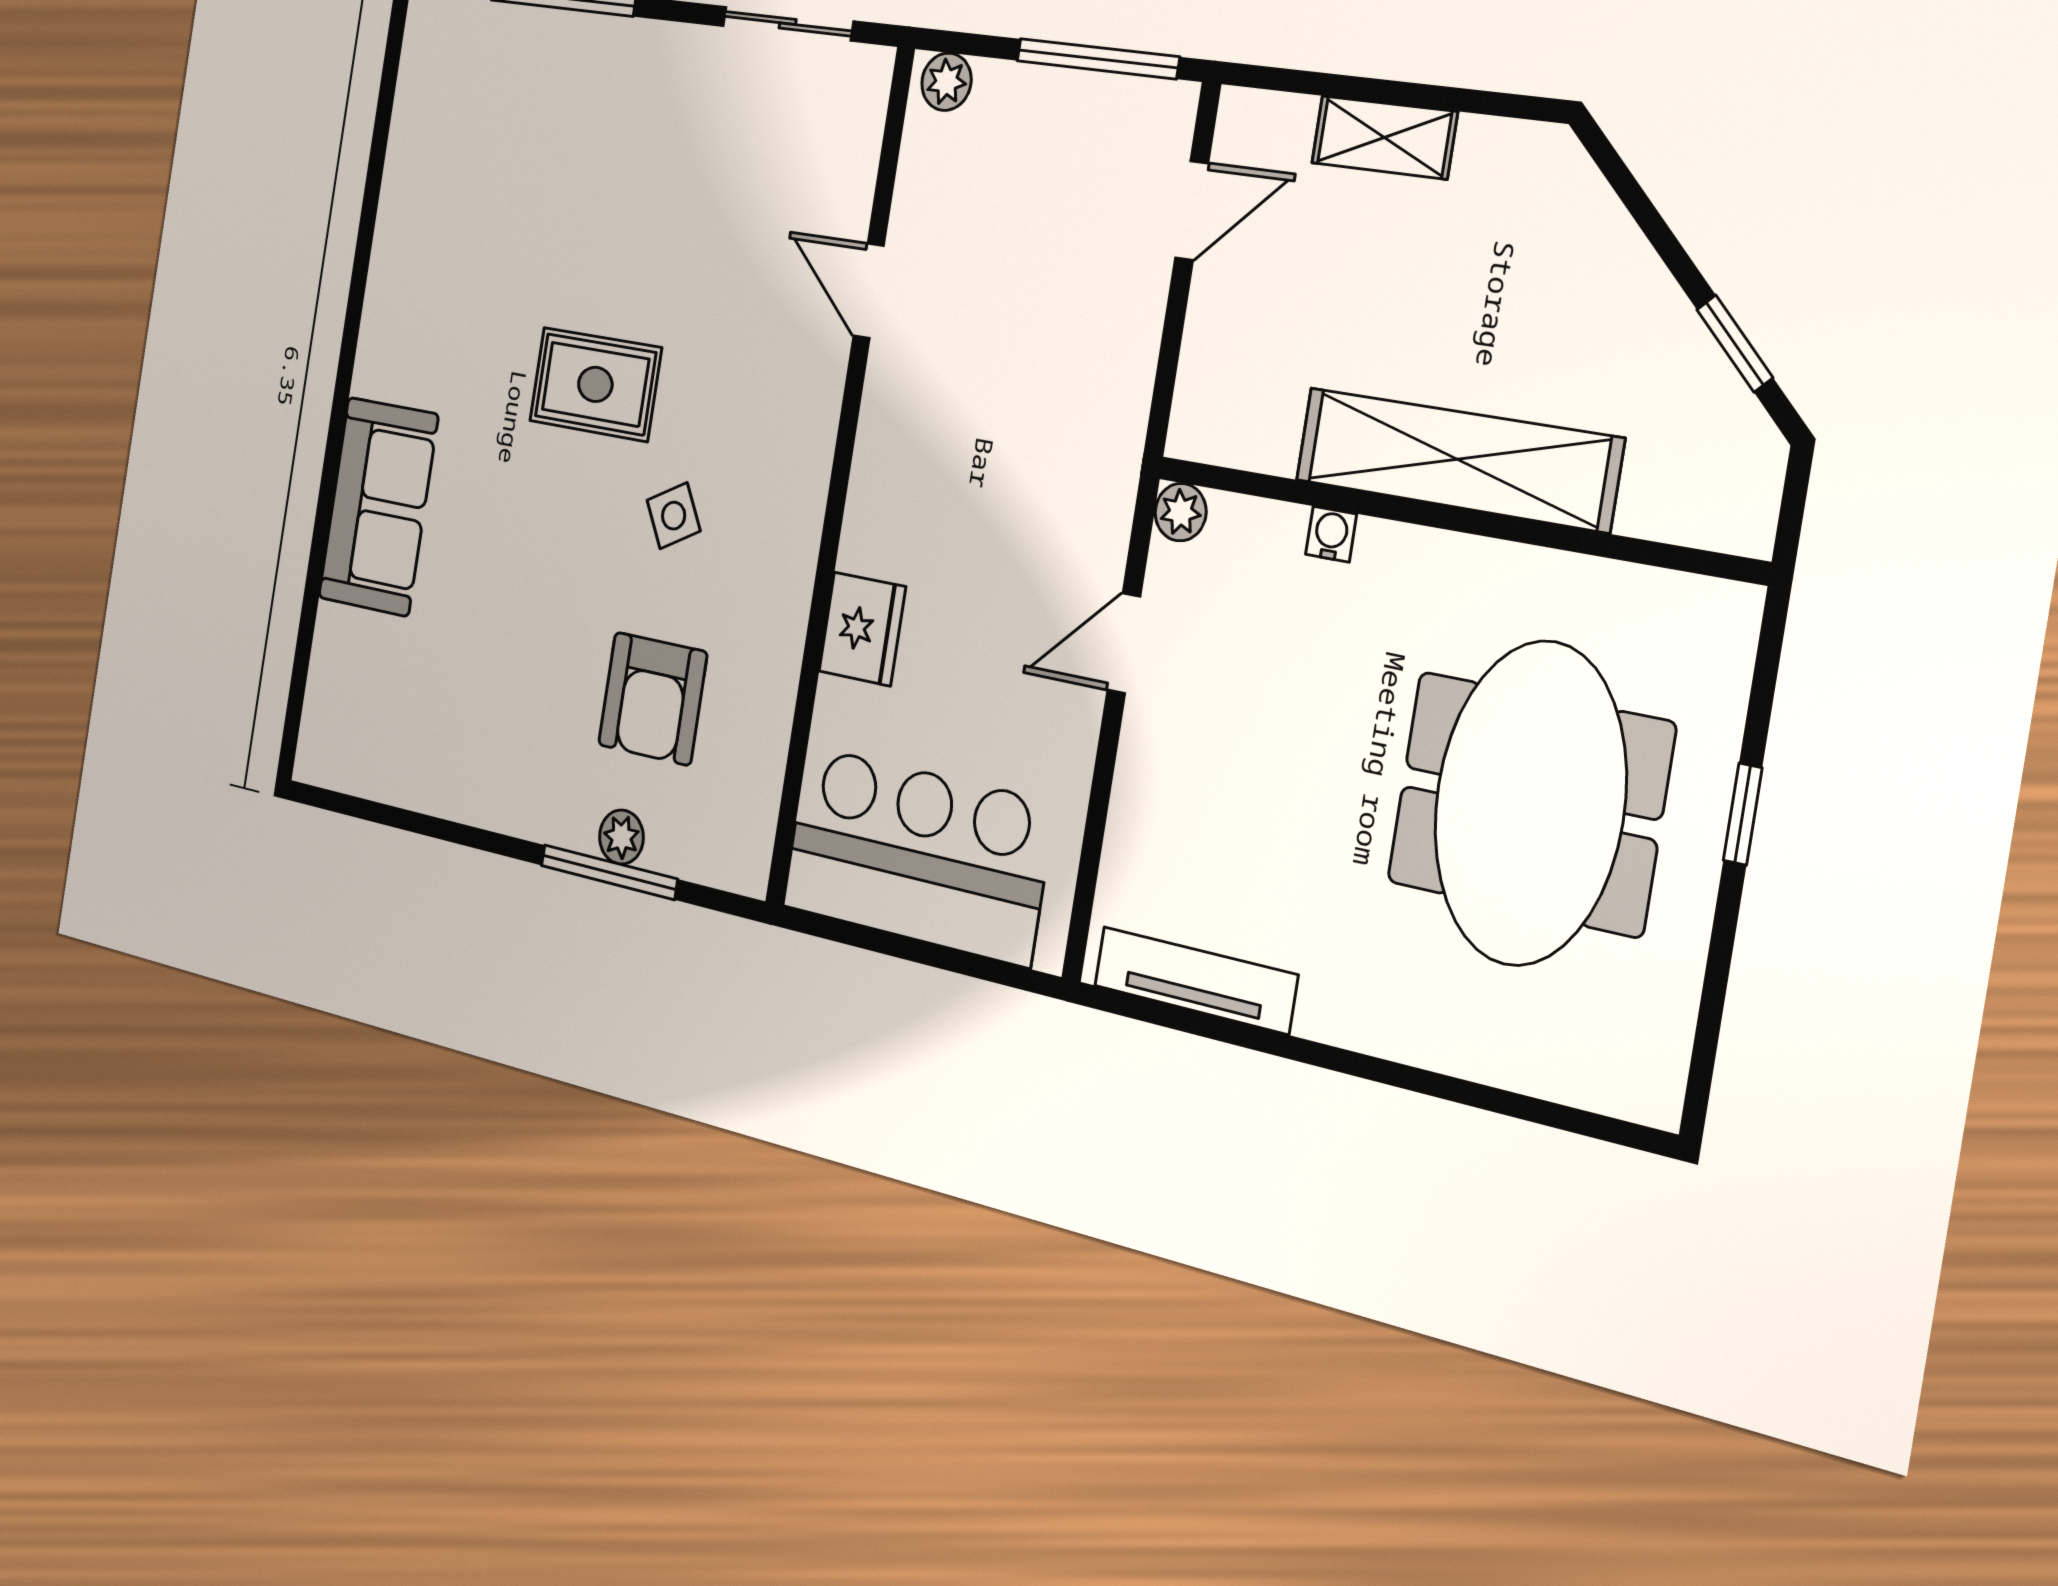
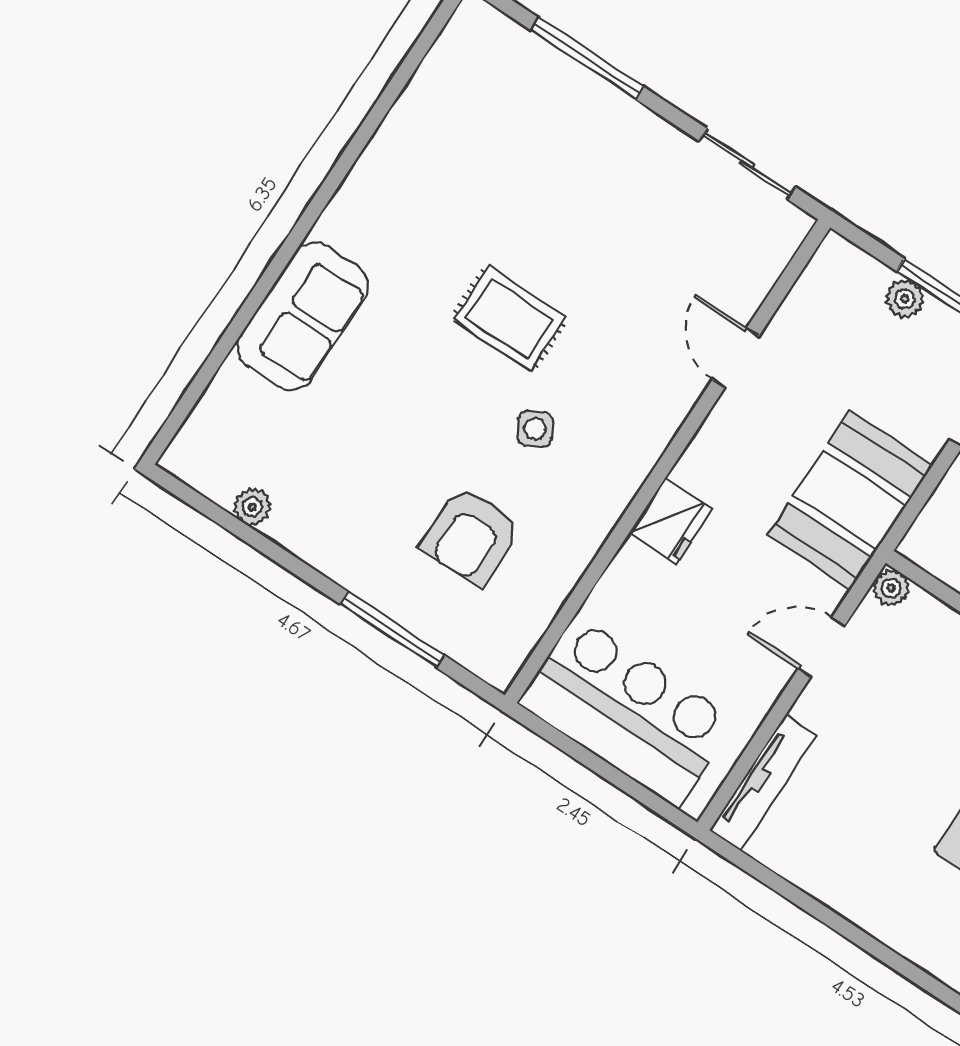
plant: (946, 82) -> (905, 299), moved
booth: (1081, 413) -> (850, 500), added
fridge: (862, 629) -> (671, 521), moved
plant: (621, 837) -> (252, 507), moved
tv unit: (1195, 980) -> (763, 783), moved, turned 90

